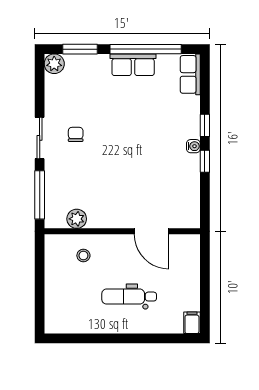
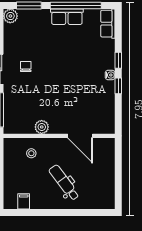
plant: (77, 219) -> (42, 127), moved
dental chair: (129, 297) -> (64, 183), turned 53
filing cabinet: (192, 323) -> (24, 201), moved

